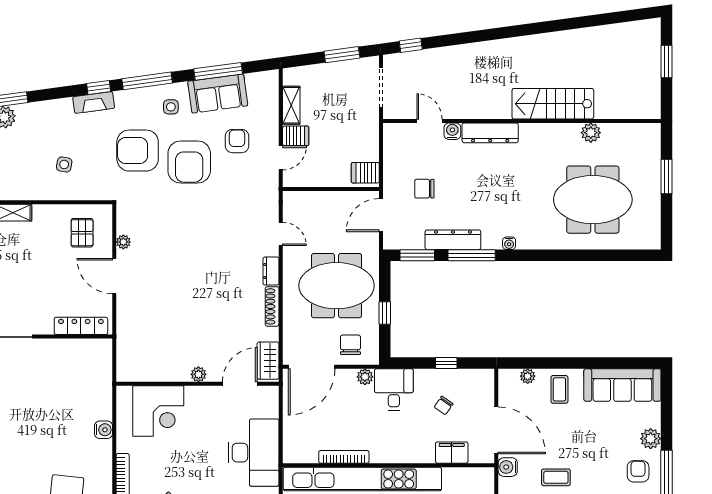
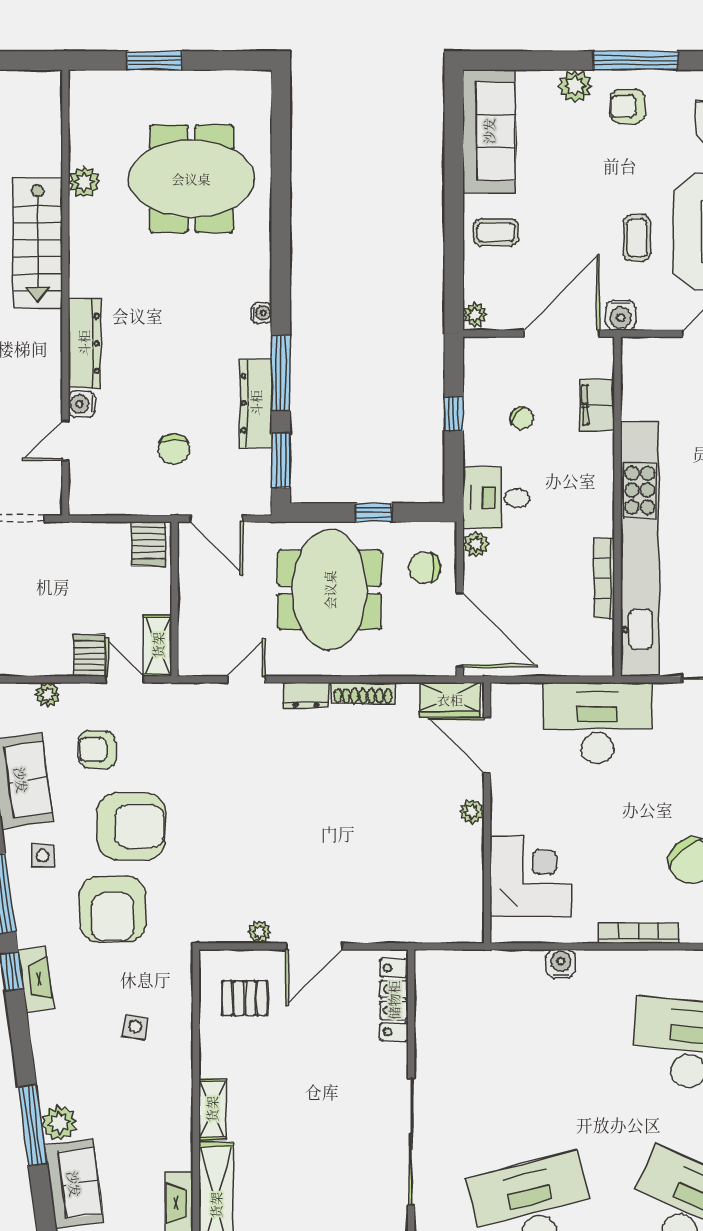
shelving: (291, 105) -> (158, 645), moved, turned 90
plant: (271, 110) -> (48, 695), added
meeting table: (593, 200) -> (191, 179), turned 90
plant: (528, 376) -> (475, 315), moved

